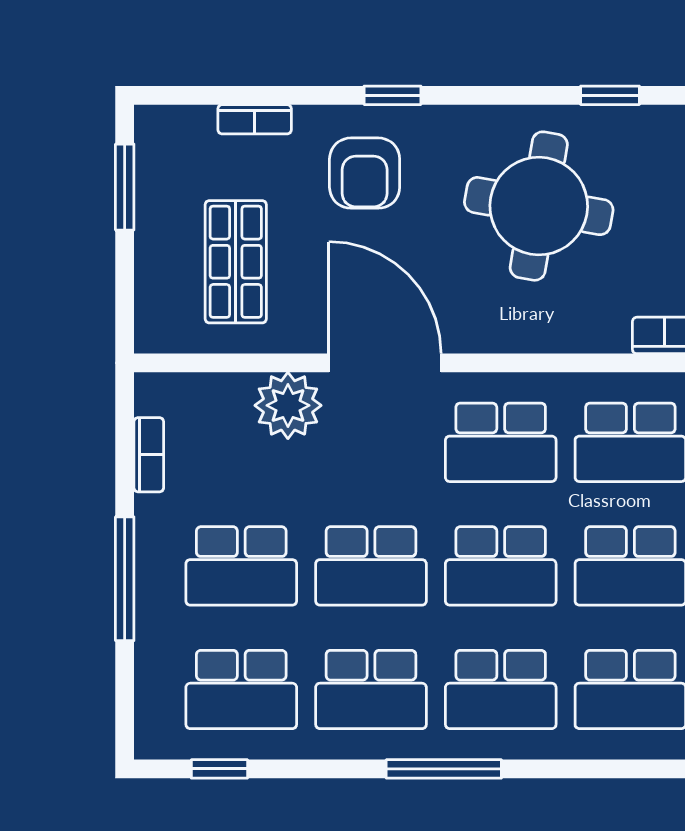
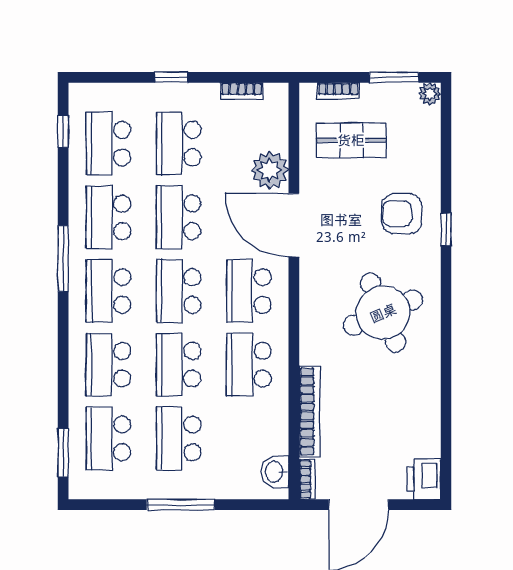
window: (610, 95) -> (446, 353), removed
bookcase: (255, 119) -> (338, 91), moved, turned -90
plant: (154, 124) -> (430, 94), added
round table: (539, 206) -> (383, 313), turned -33
door: (385, 363) -> (294, 225), swing flipped
window: (125, 579) -> (171, 77), width x0.46

